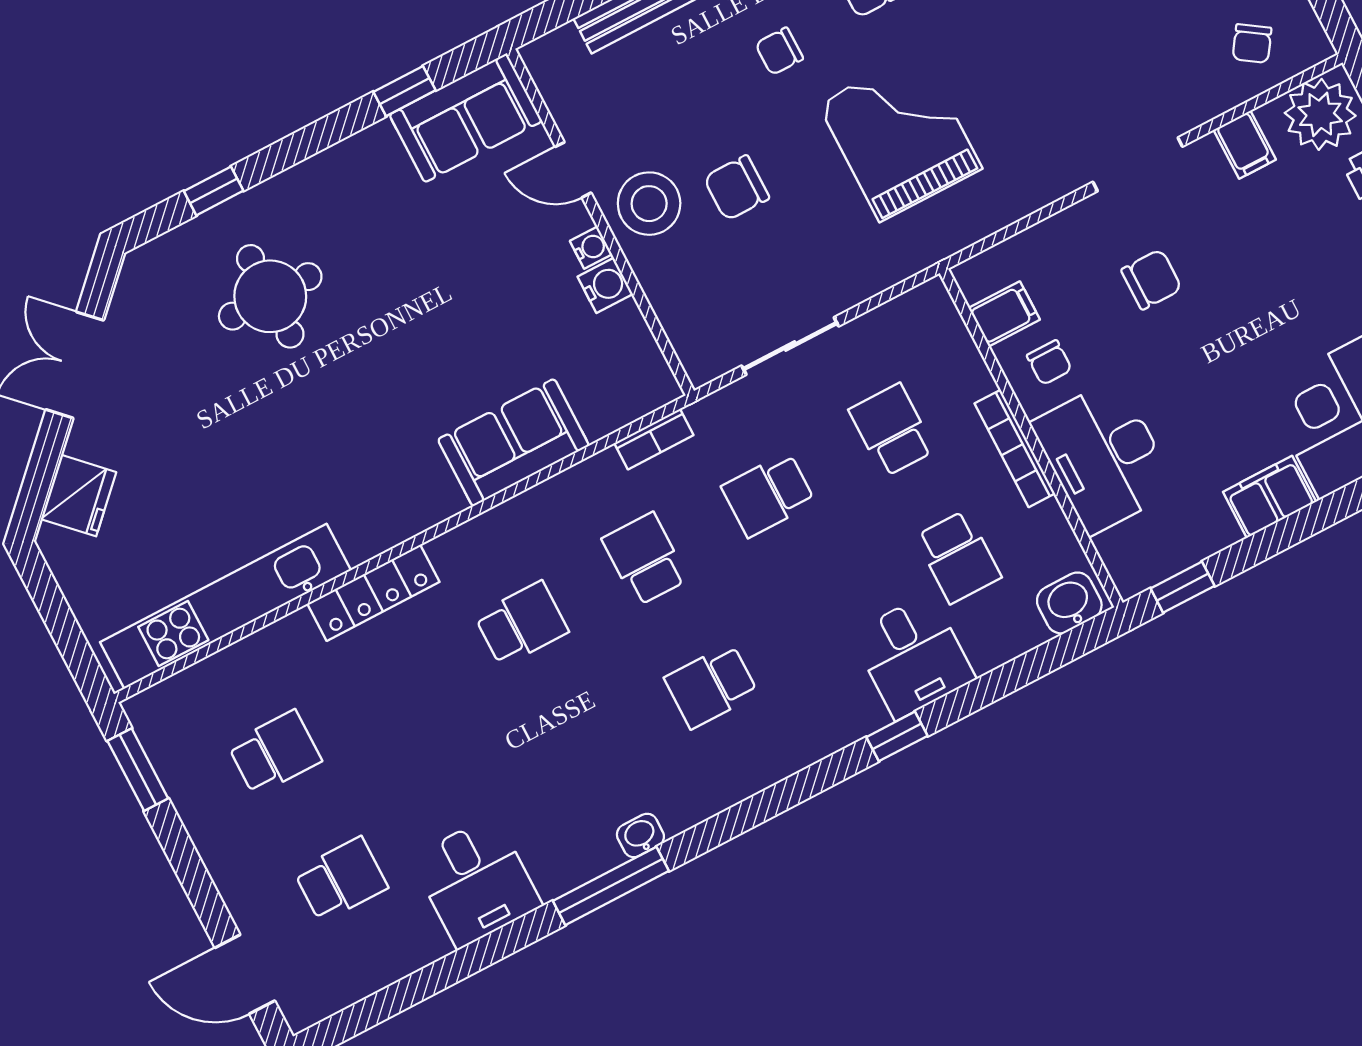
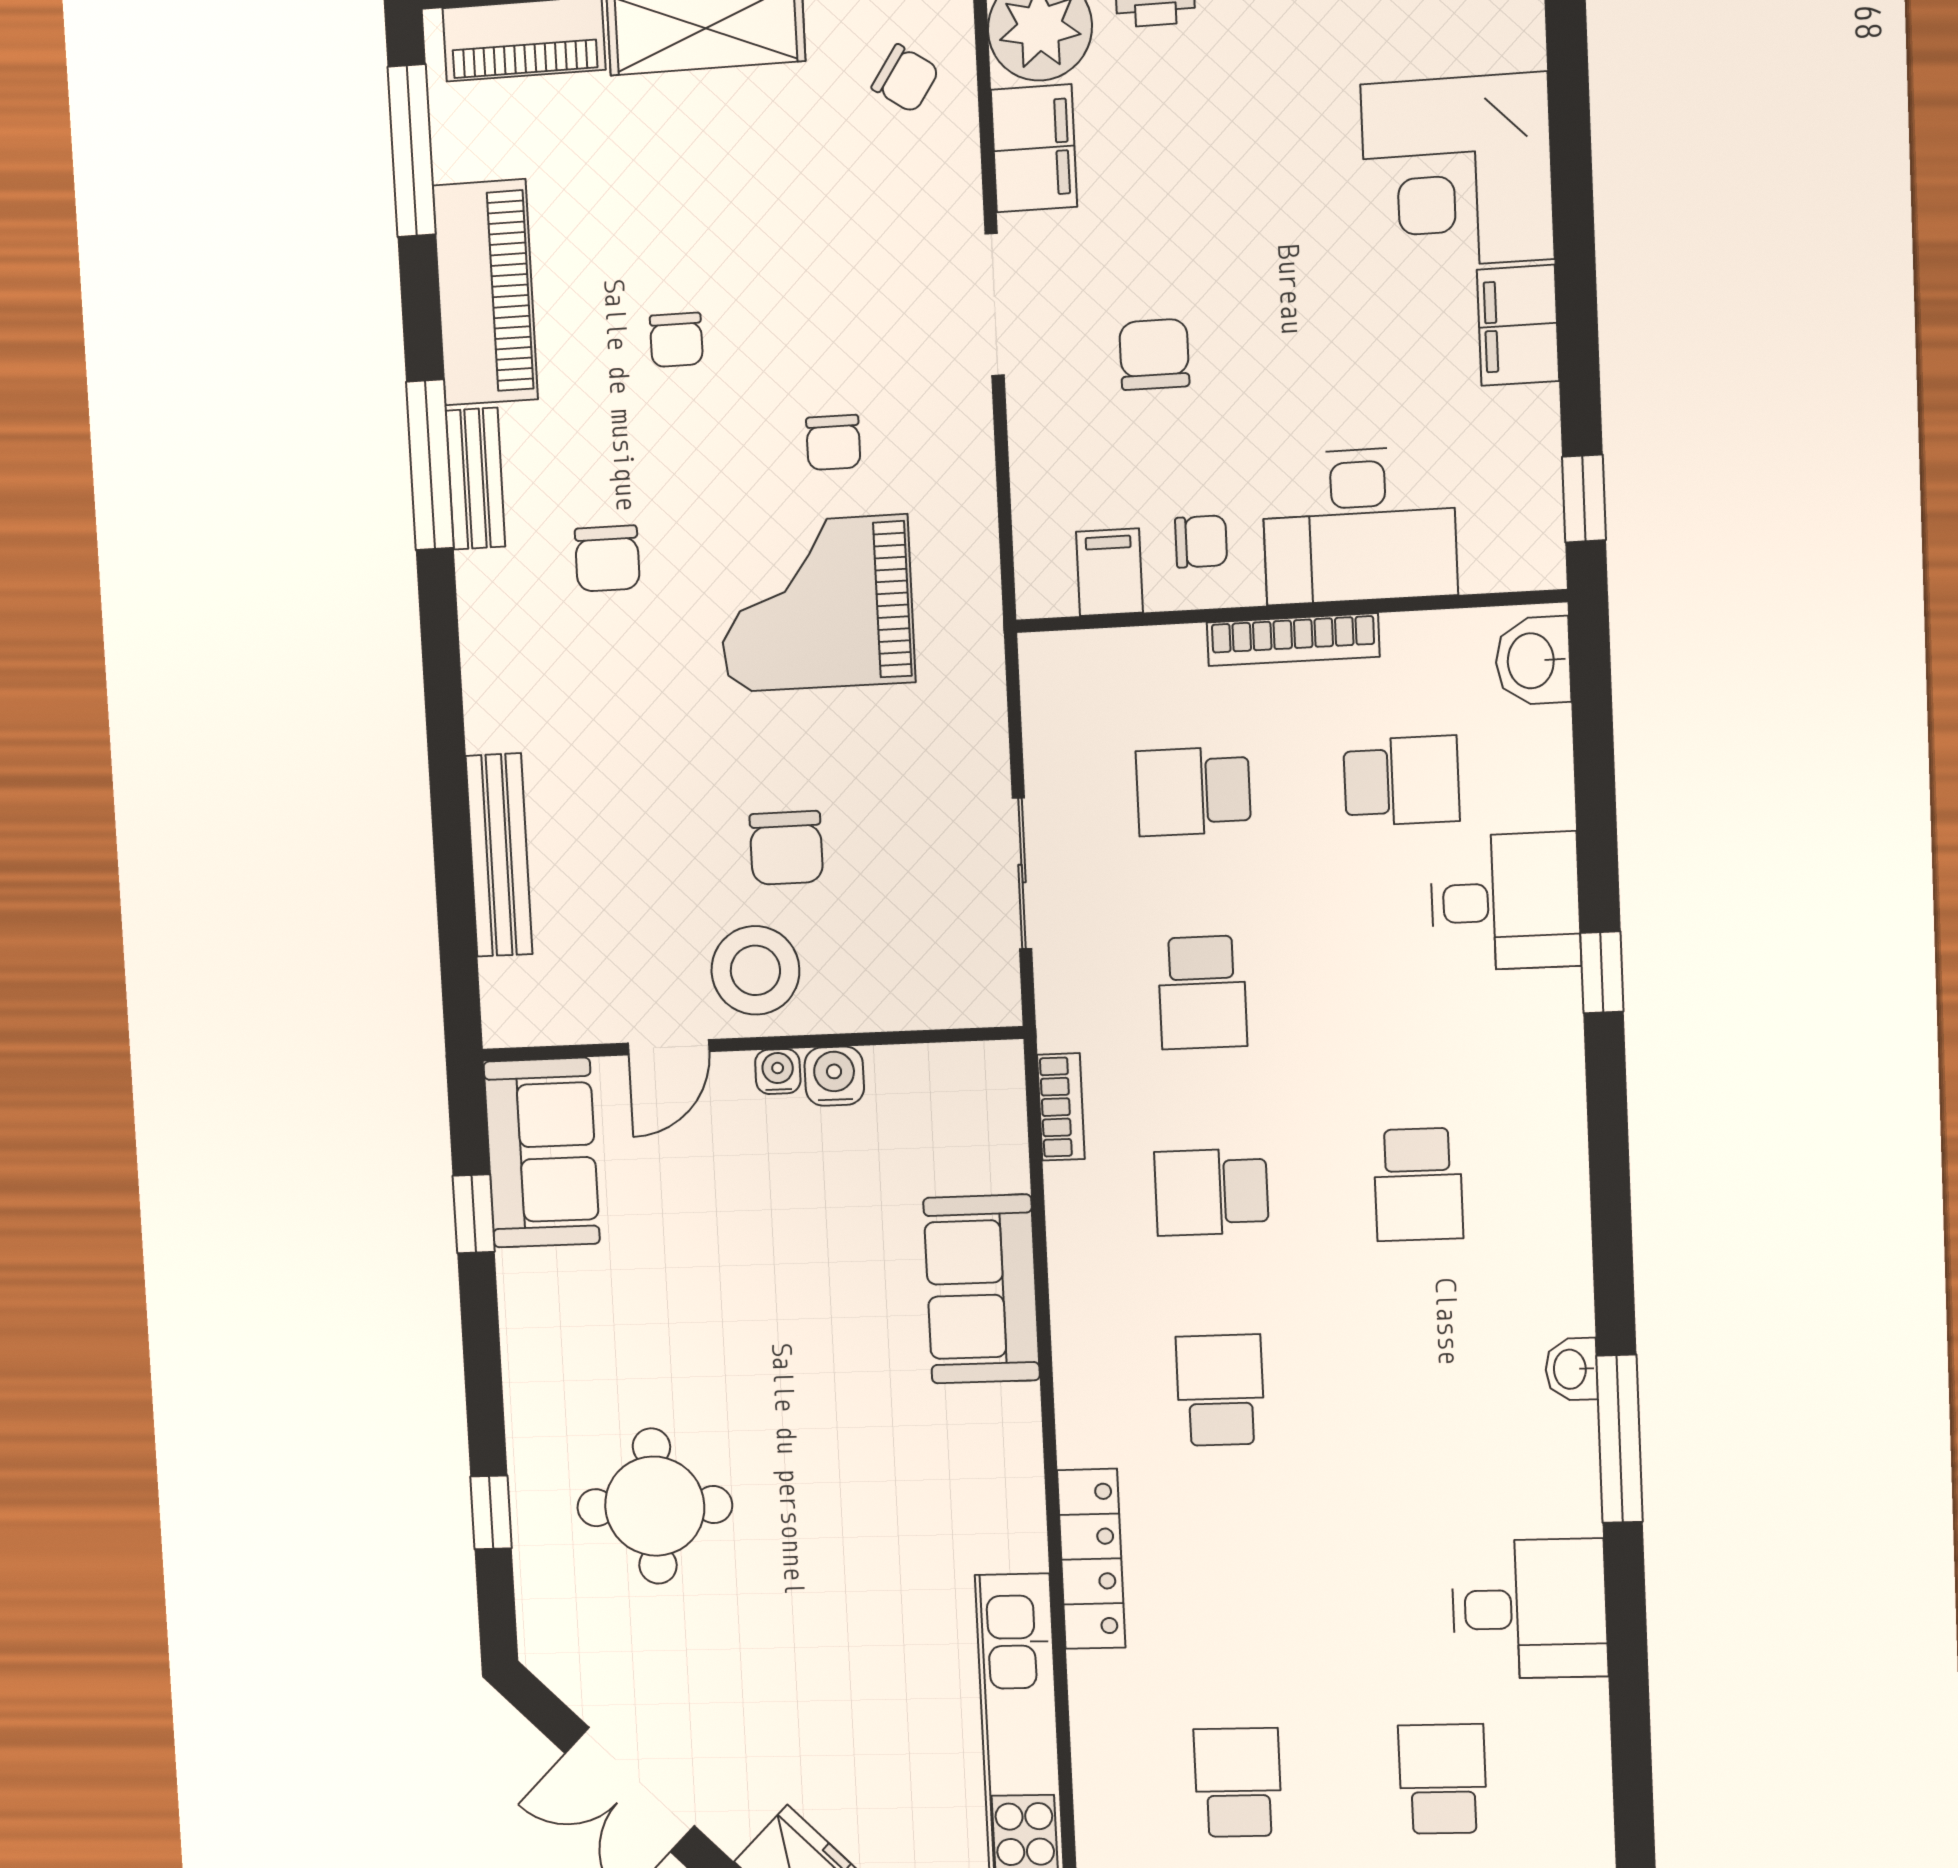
chair: (779, 51) -> (833, 442), moved
filing cabinet: (1245, 145) -> (1034, 148), width x2.00

